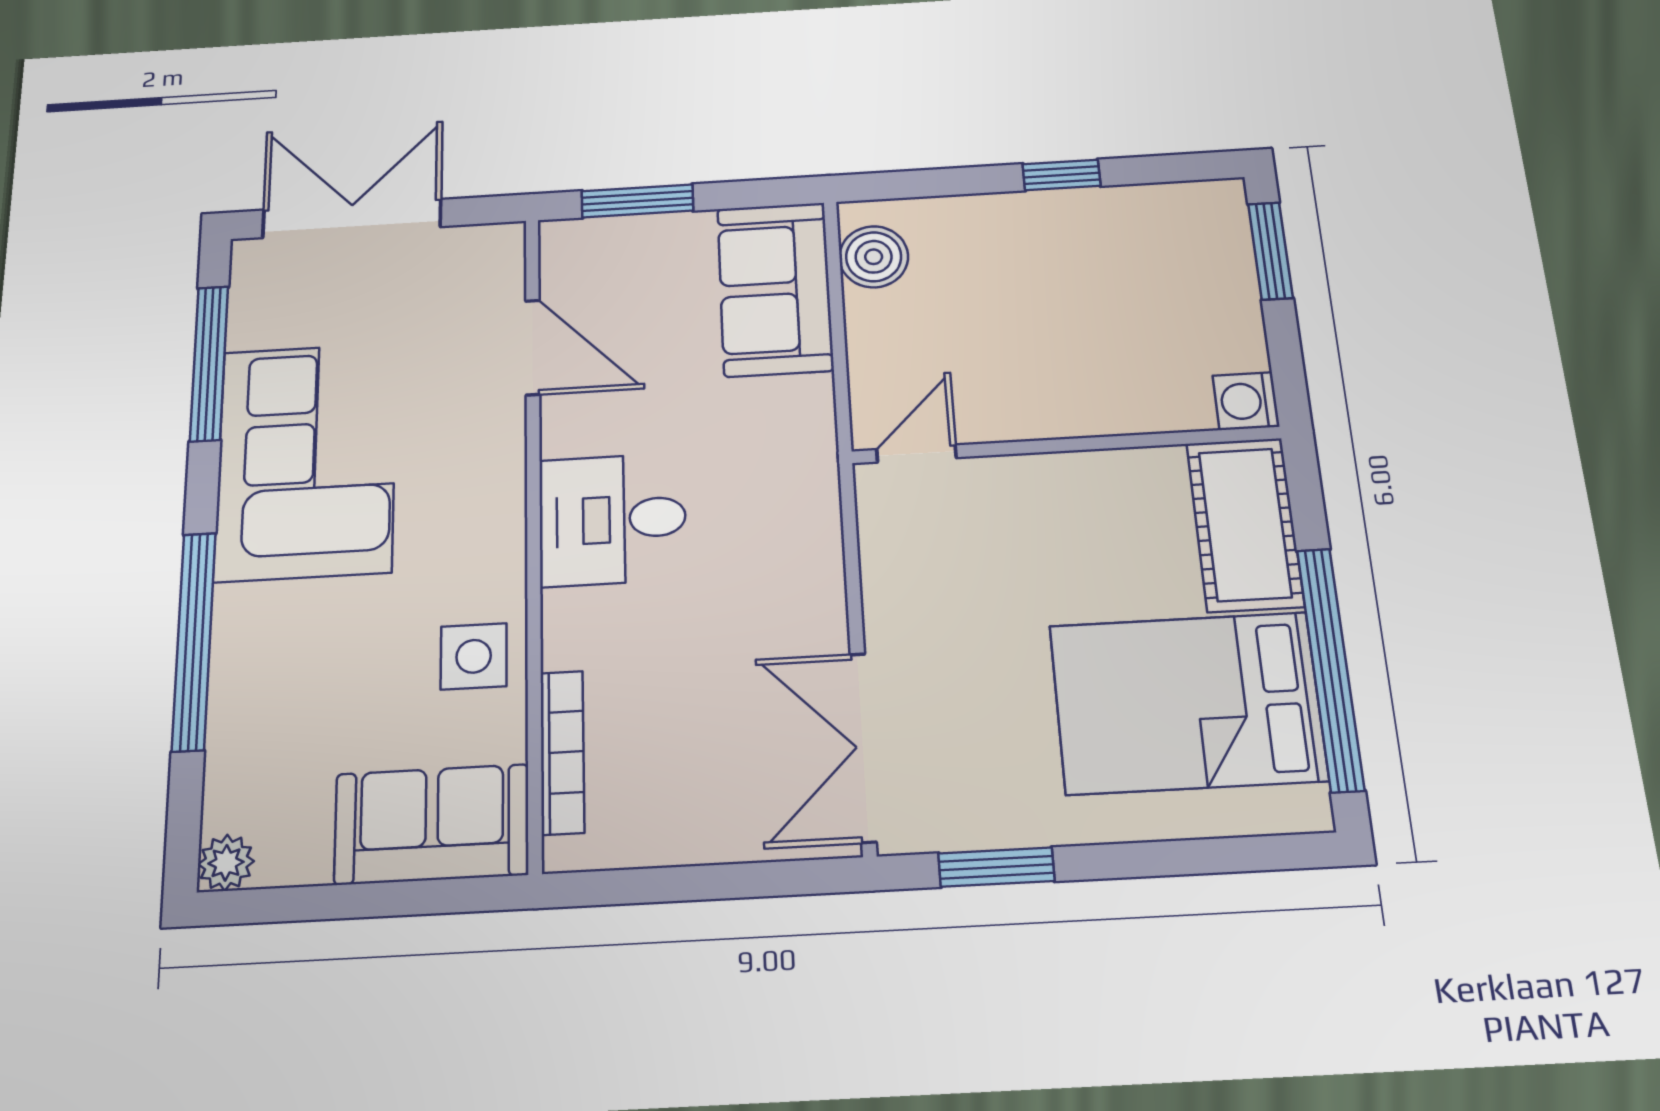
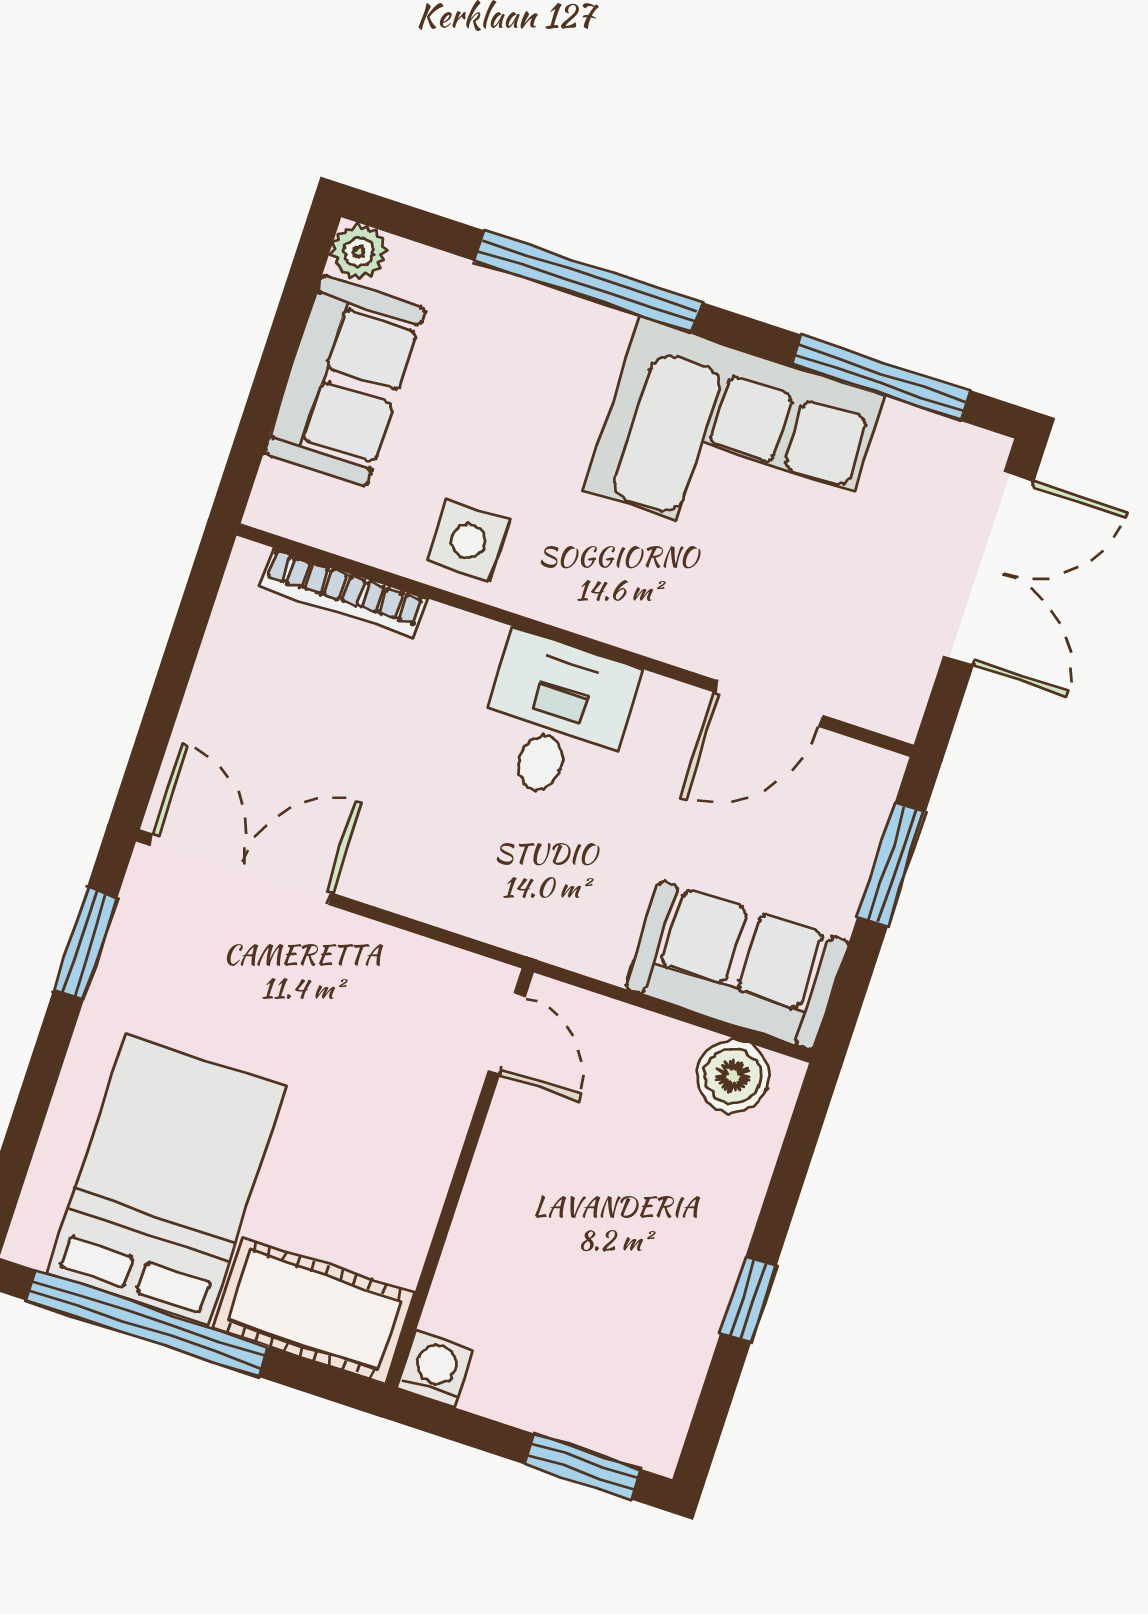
sofa: (432, 824) -> (345, 381), moved

